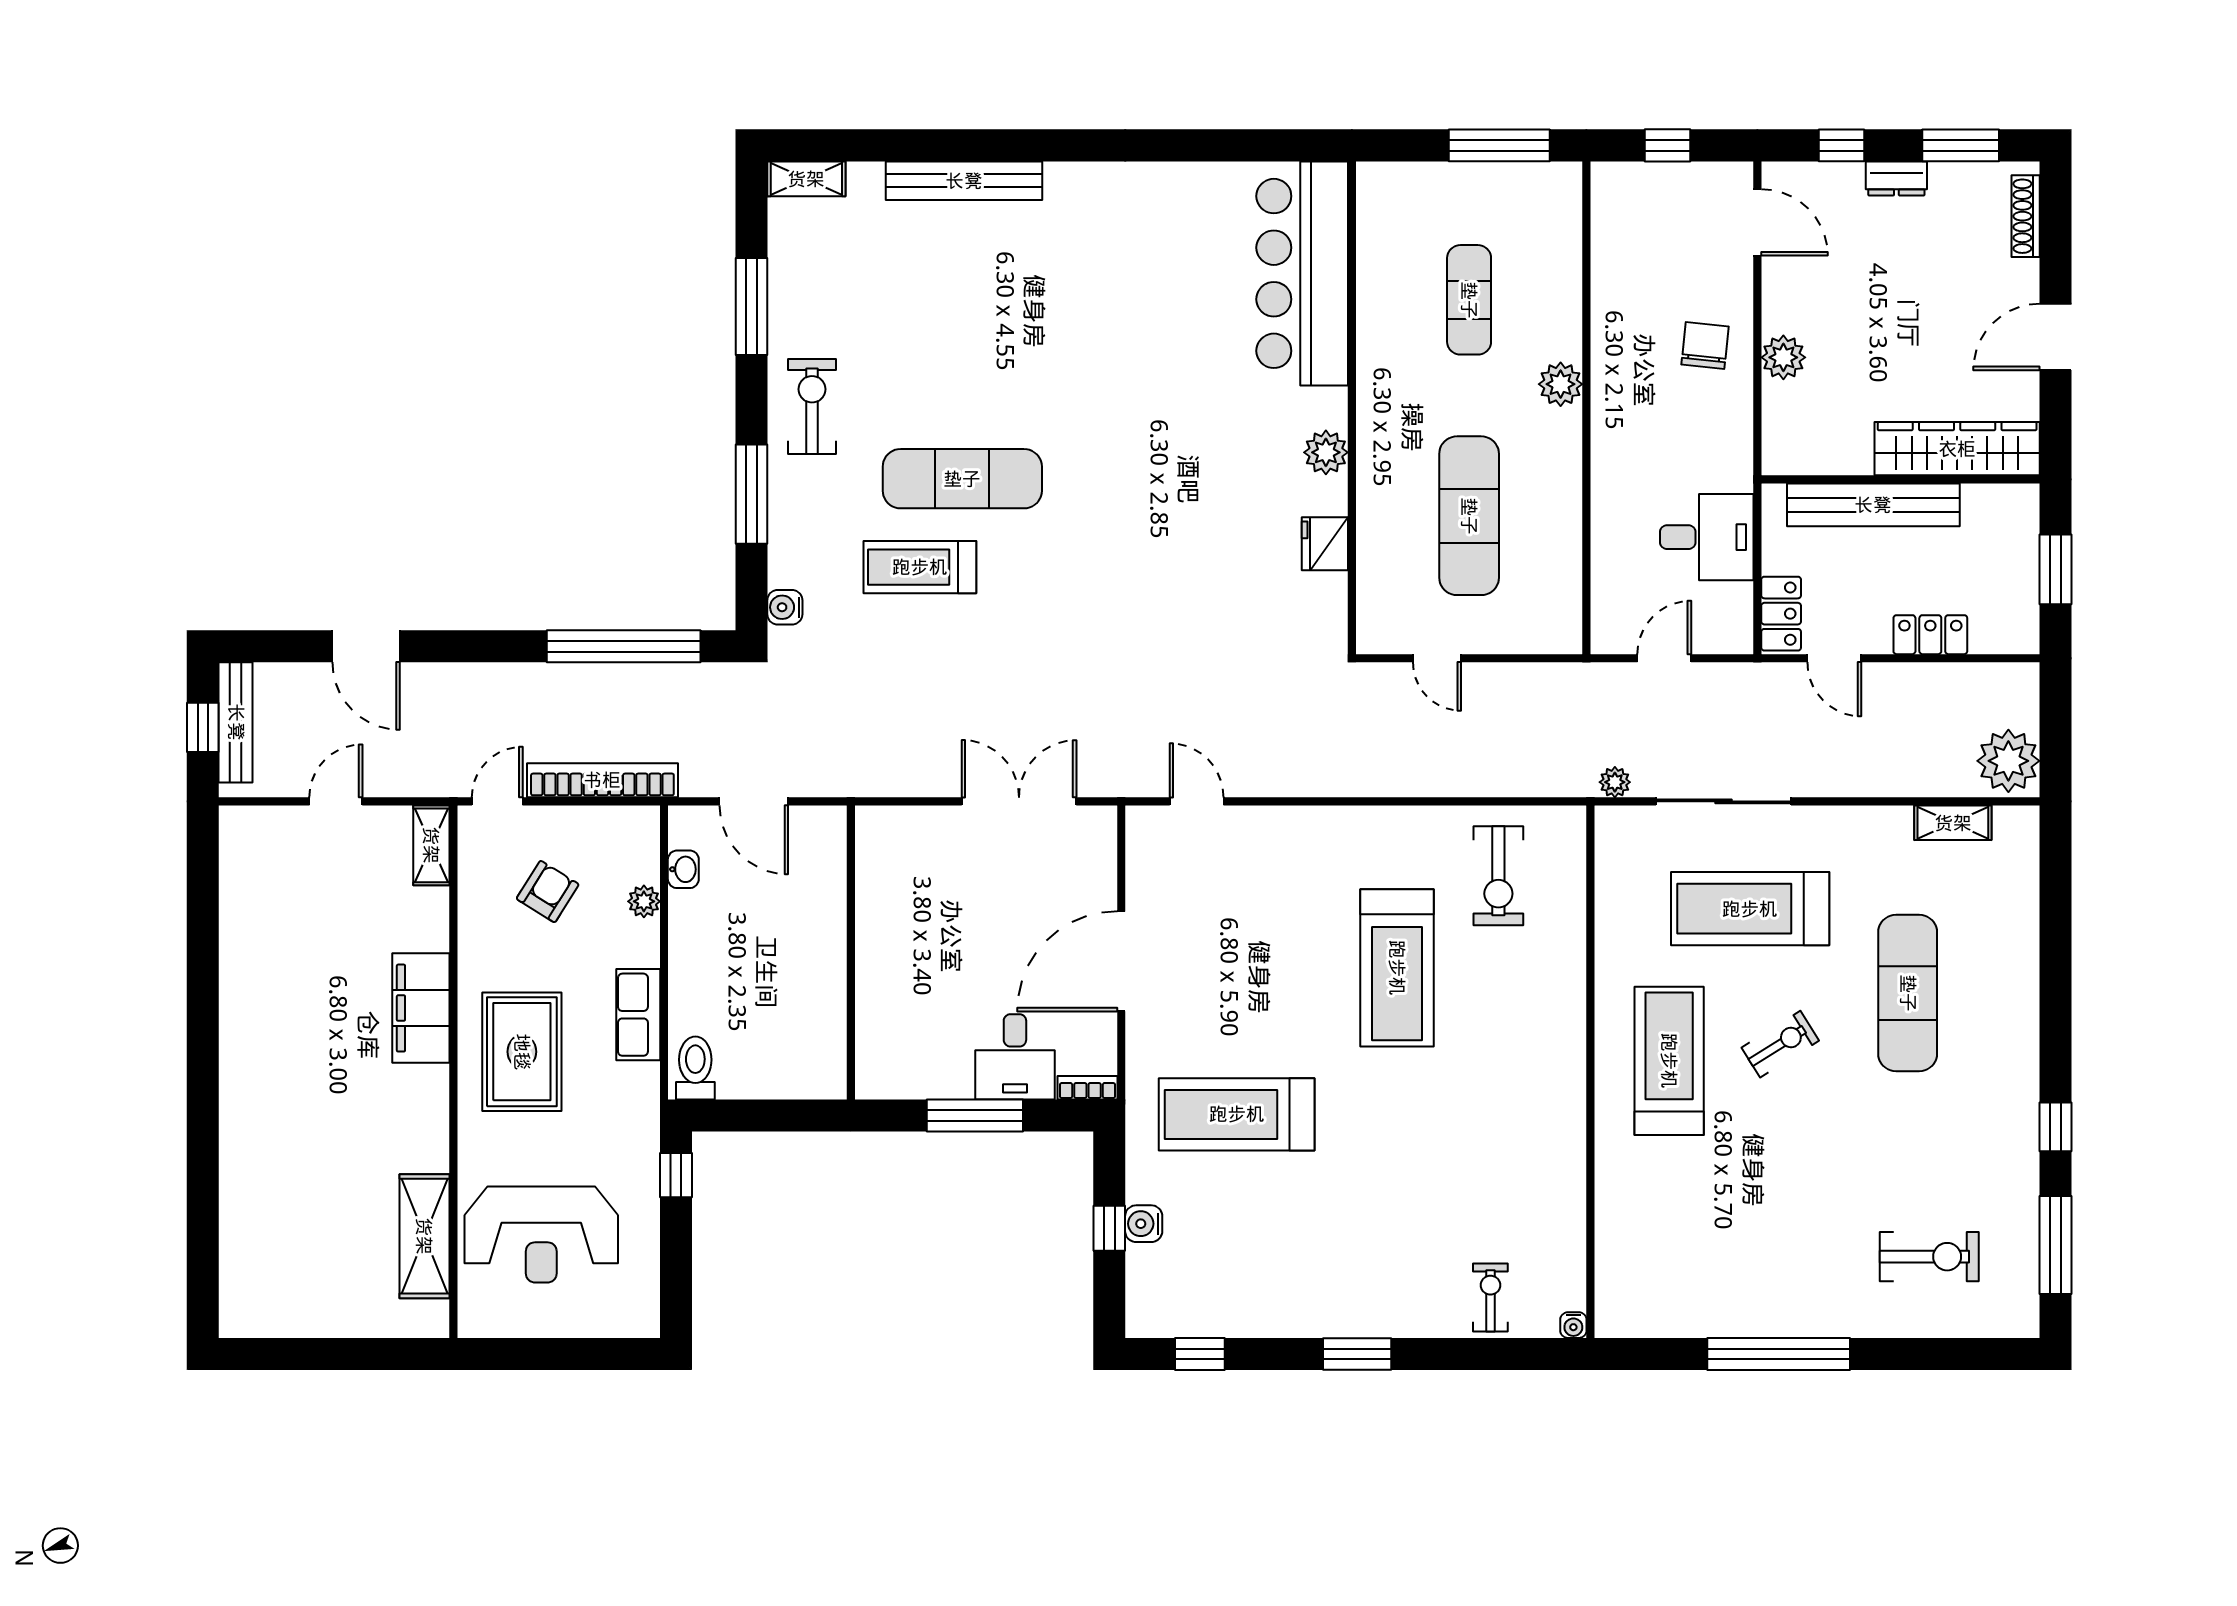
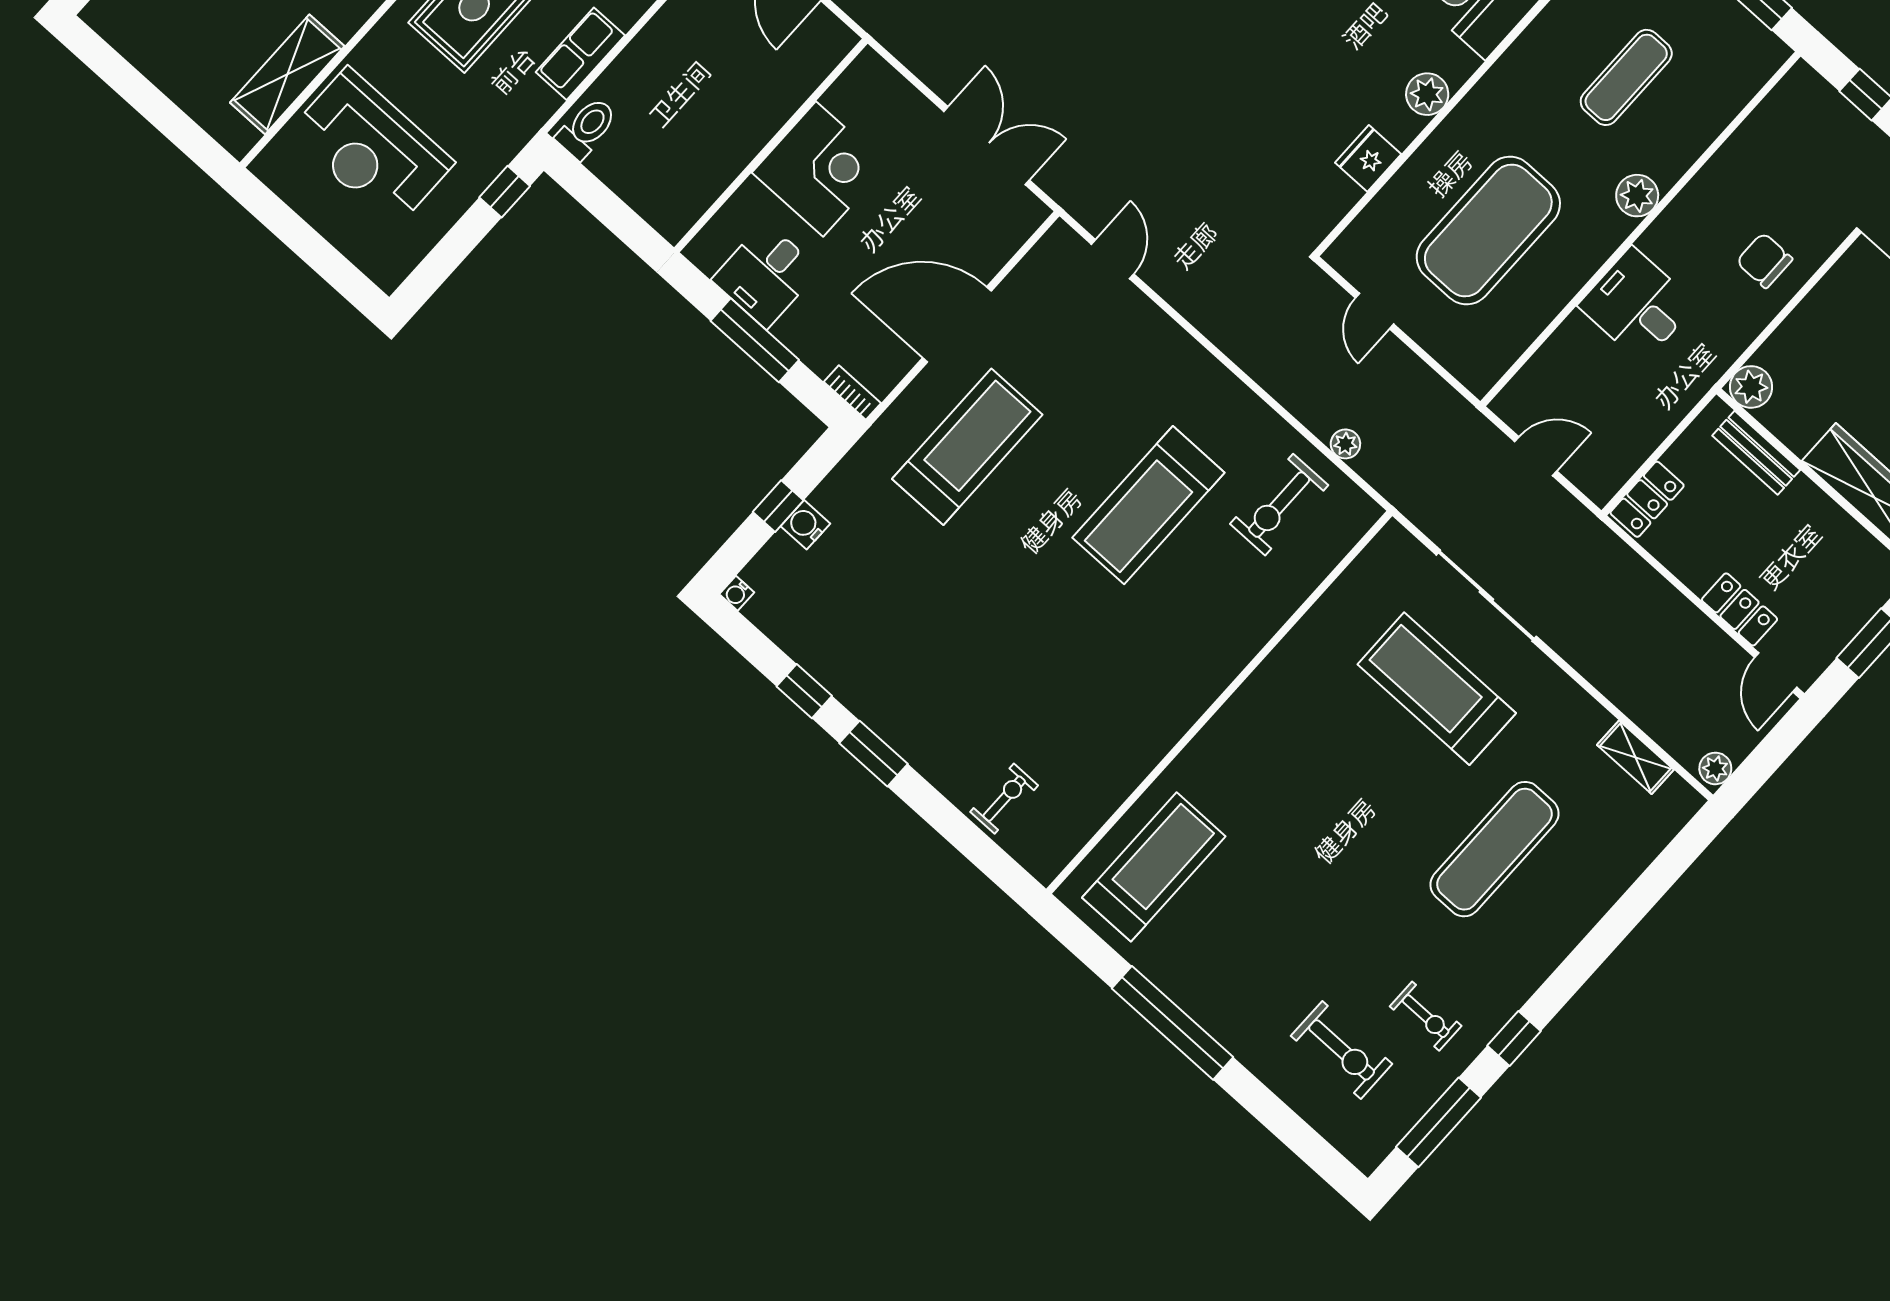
chair: (1705, 345) -> (1764, 260), turned -96
plant: (1783, 357) -> (1751, 387), moved
bench: (1873, 505) -> (1756, 453), width x0.54, depth x0.82
exercise mat: (1469, 516) -> (1488, 231), width x1.47
desk: (1707, 537) -> (1637, 305), moved, turned 180
door: (1834, 658) -> (1776, 672), moved
plant: (2008, 761) -> (1715, 768), width x0.53, depth x0.53
plant: (1615, 782) -> (1345, 444), moved
corner desk: (905, 937) -> (820, 169), added
exercise bike: (1780, 1044) -> (1426, 1016), moved, turned 32
desk: (1015, 1057) -> (766, 275), moved
treadmill: (1669, 1061) -> (1154, 867), moved
treadmill: (1237, 1114) -> (967, 447), moved, turned 90
water cooler: (1573, 1325) -> (737, 593), moved
window: (1200, 1354) -> (804, 691), moved

